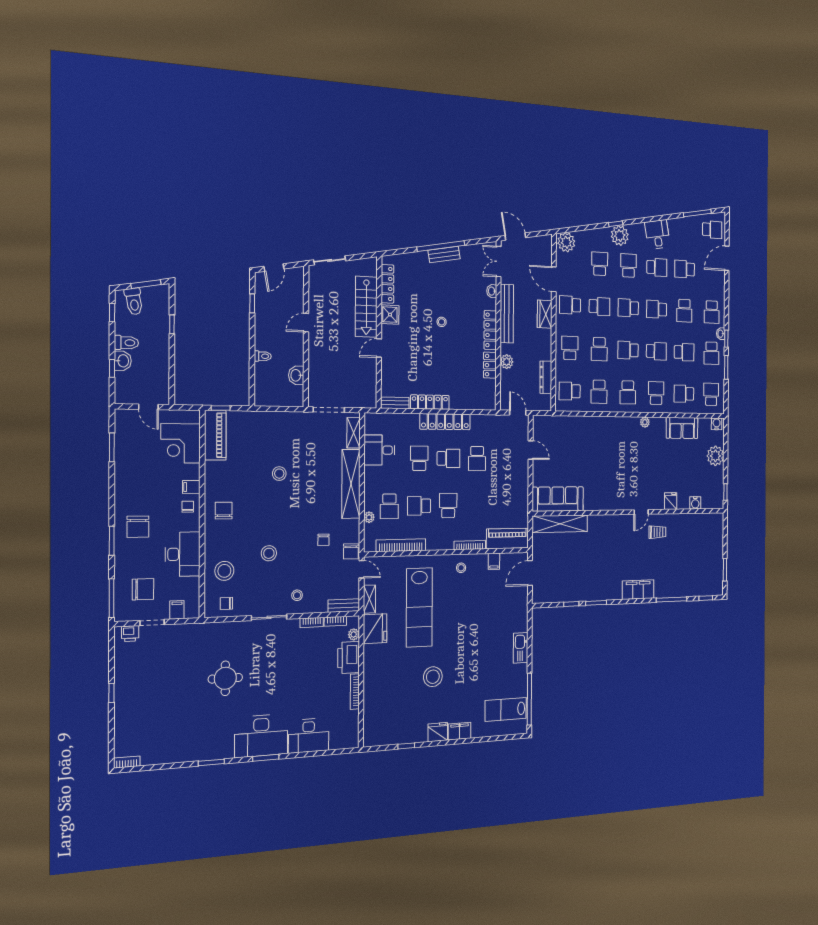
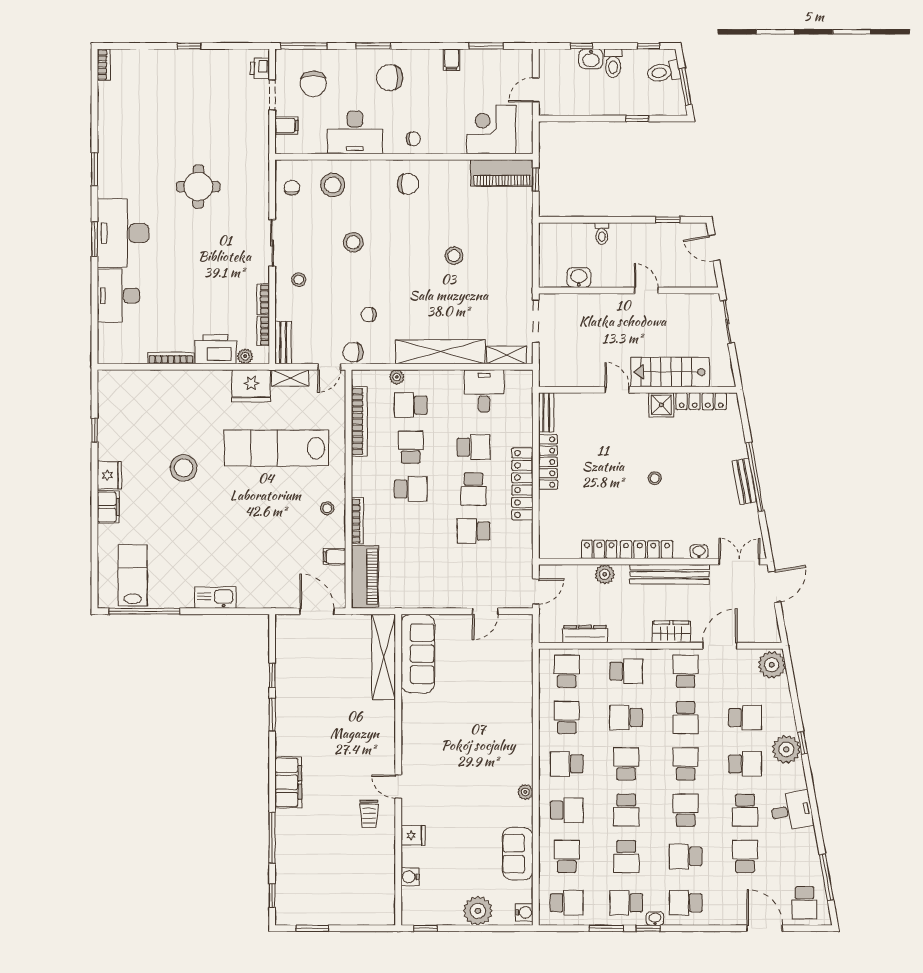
school desk: (599, 392) -> (567, 718), turned 90
filing cabinet: (191, 487) -> (452, 60), moved, turned 180

